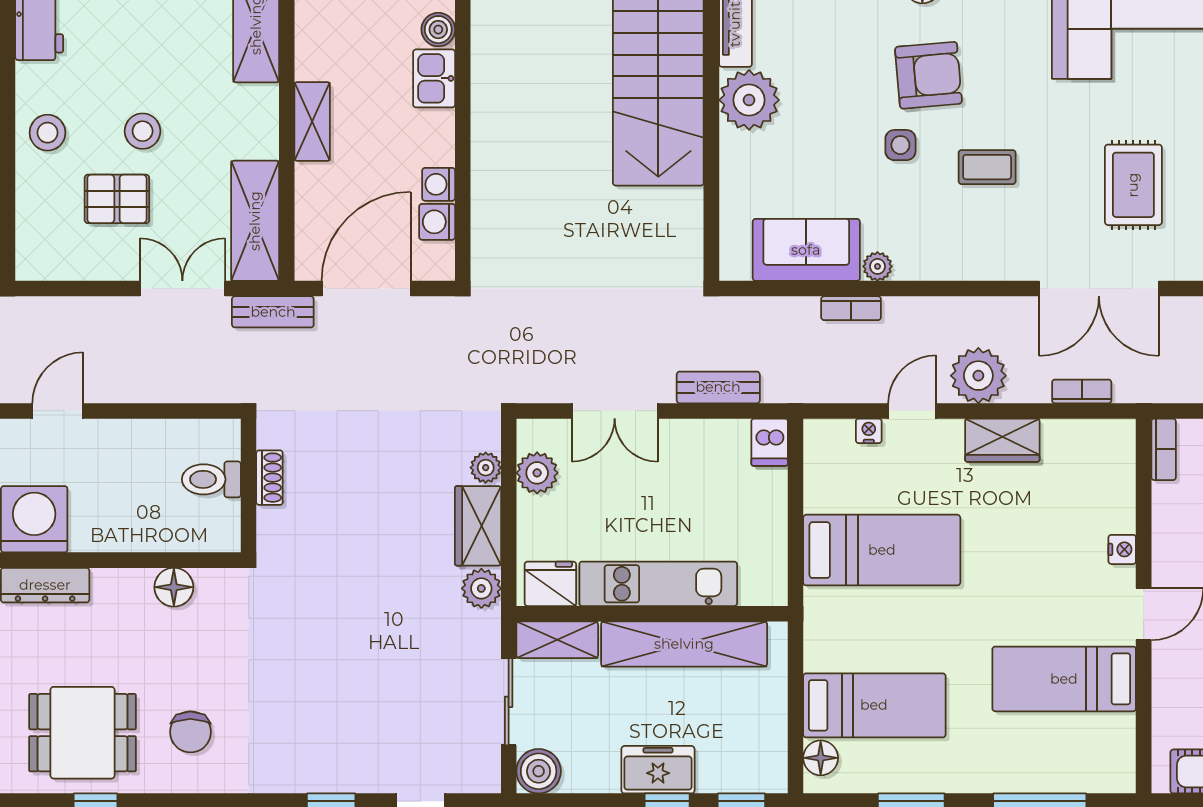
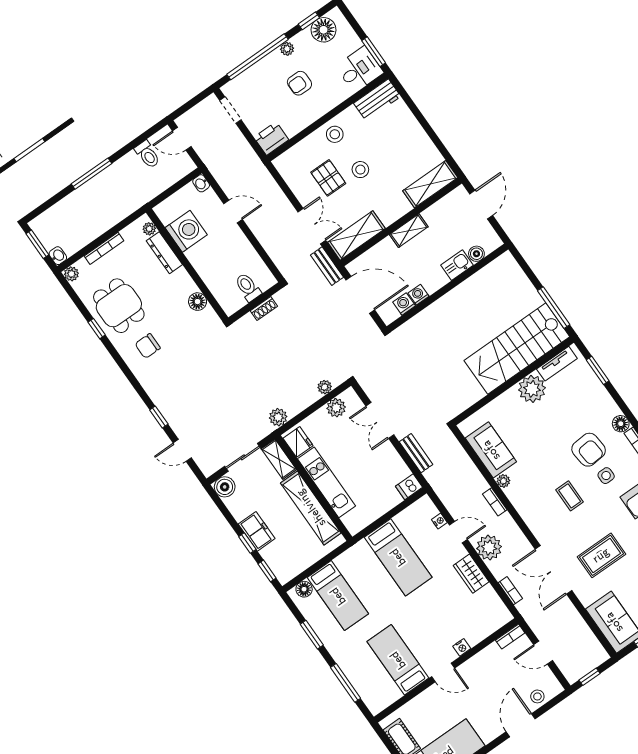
side table: (900, 145) -> (606, 476), moved
bookcase: (851, 308) -> (495, 502), moved
wardrobe: (478, 526) -> (301, 399), removed

